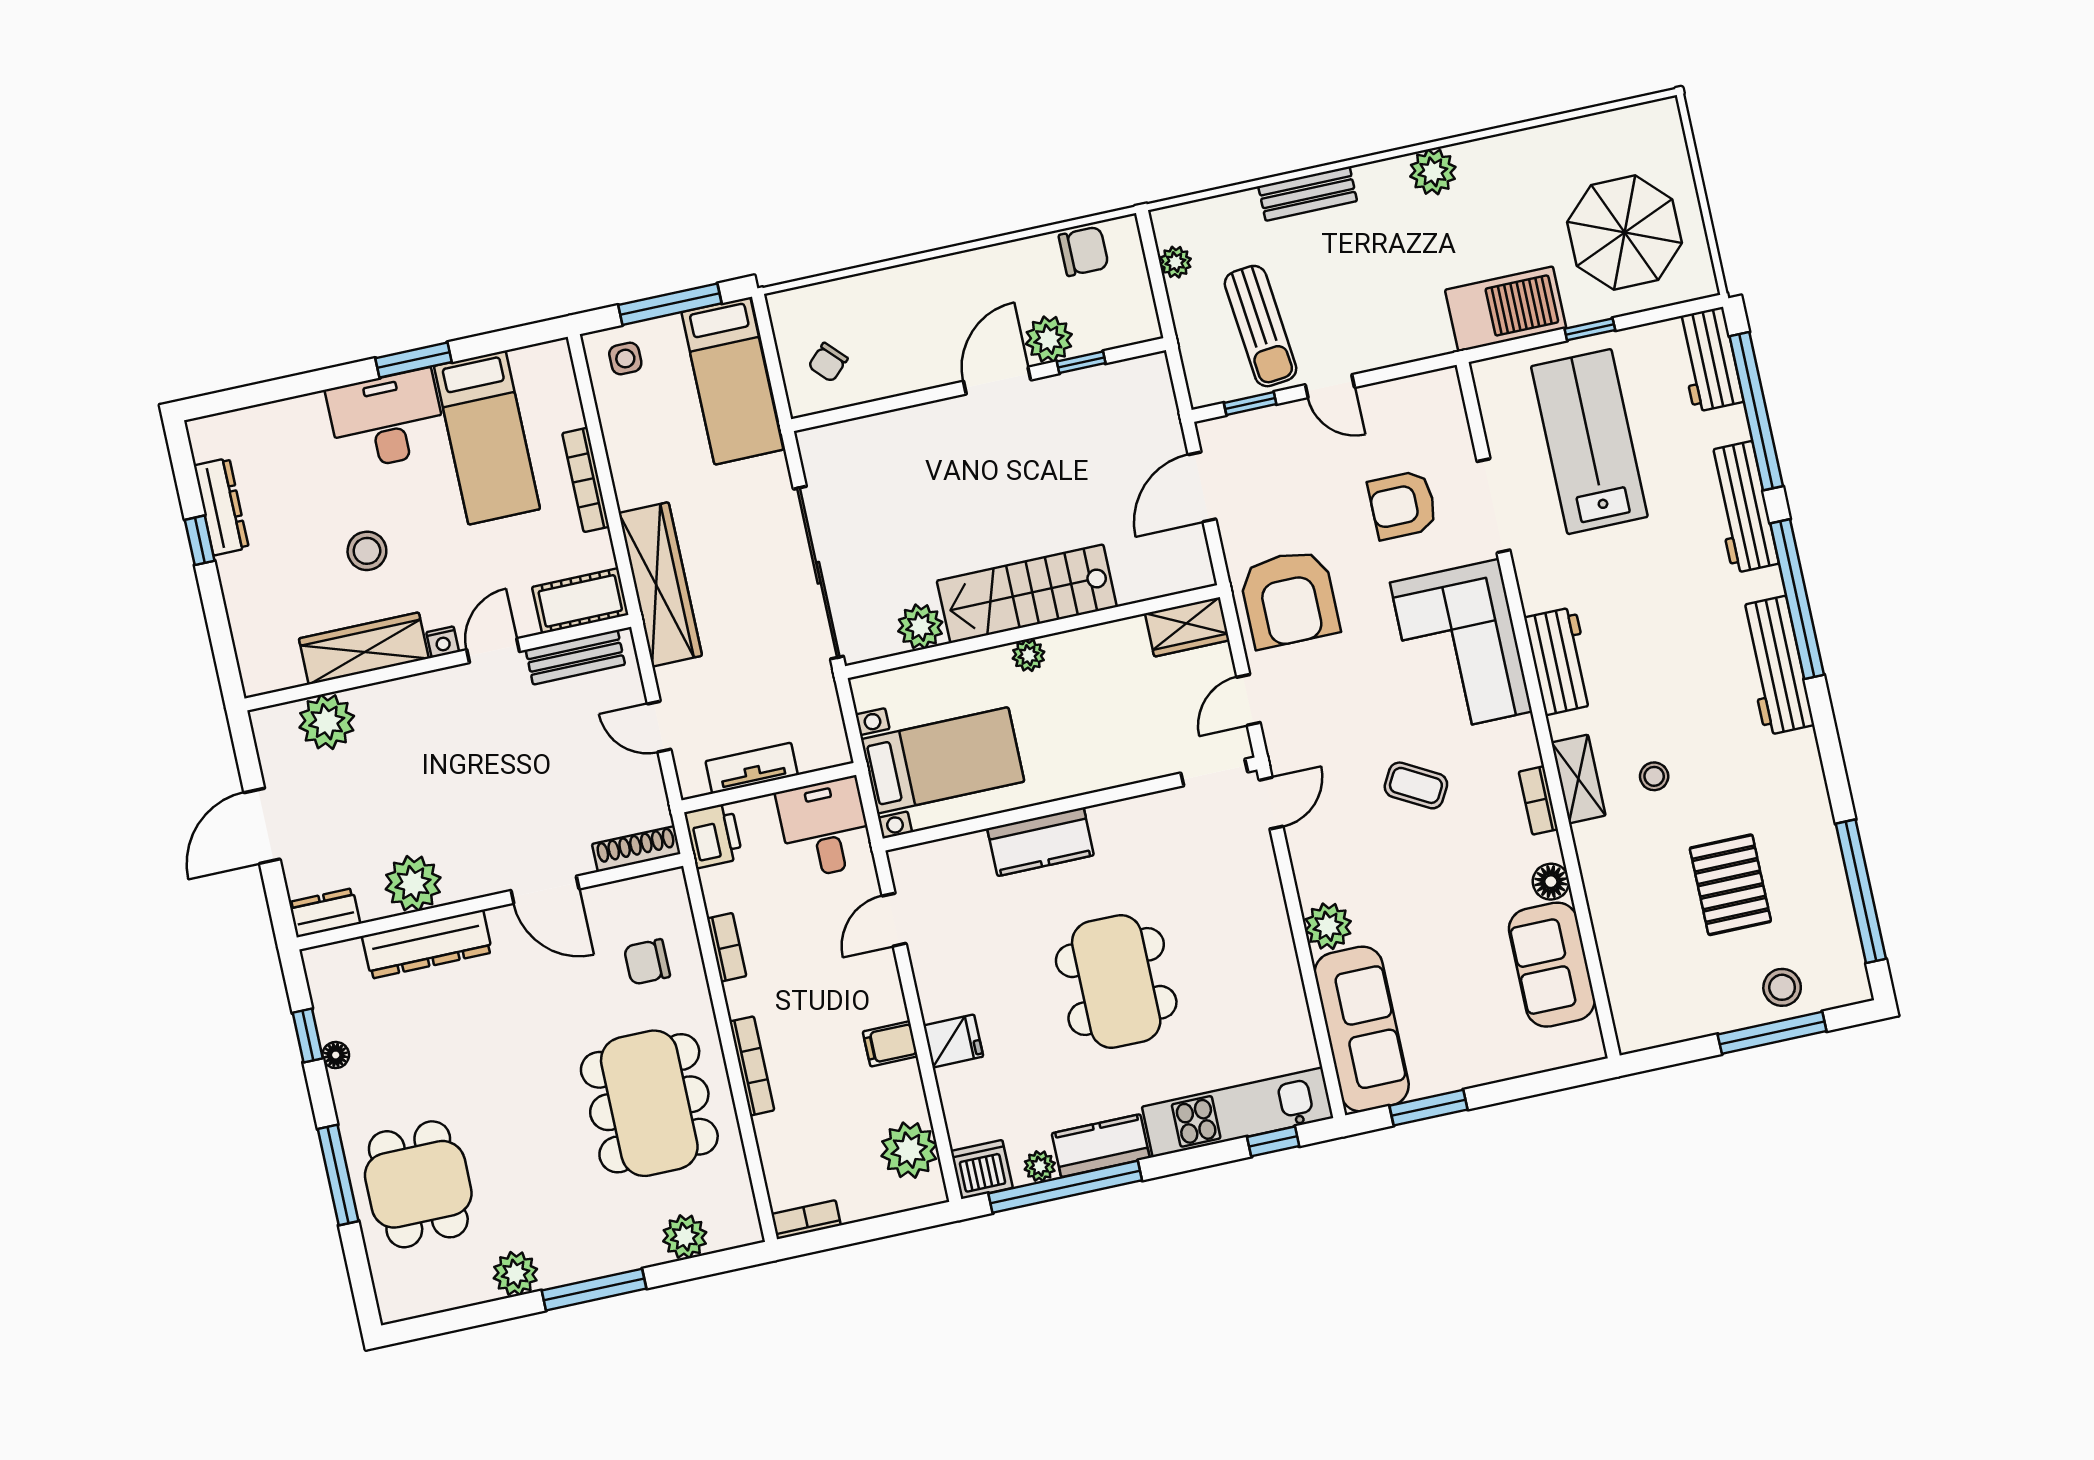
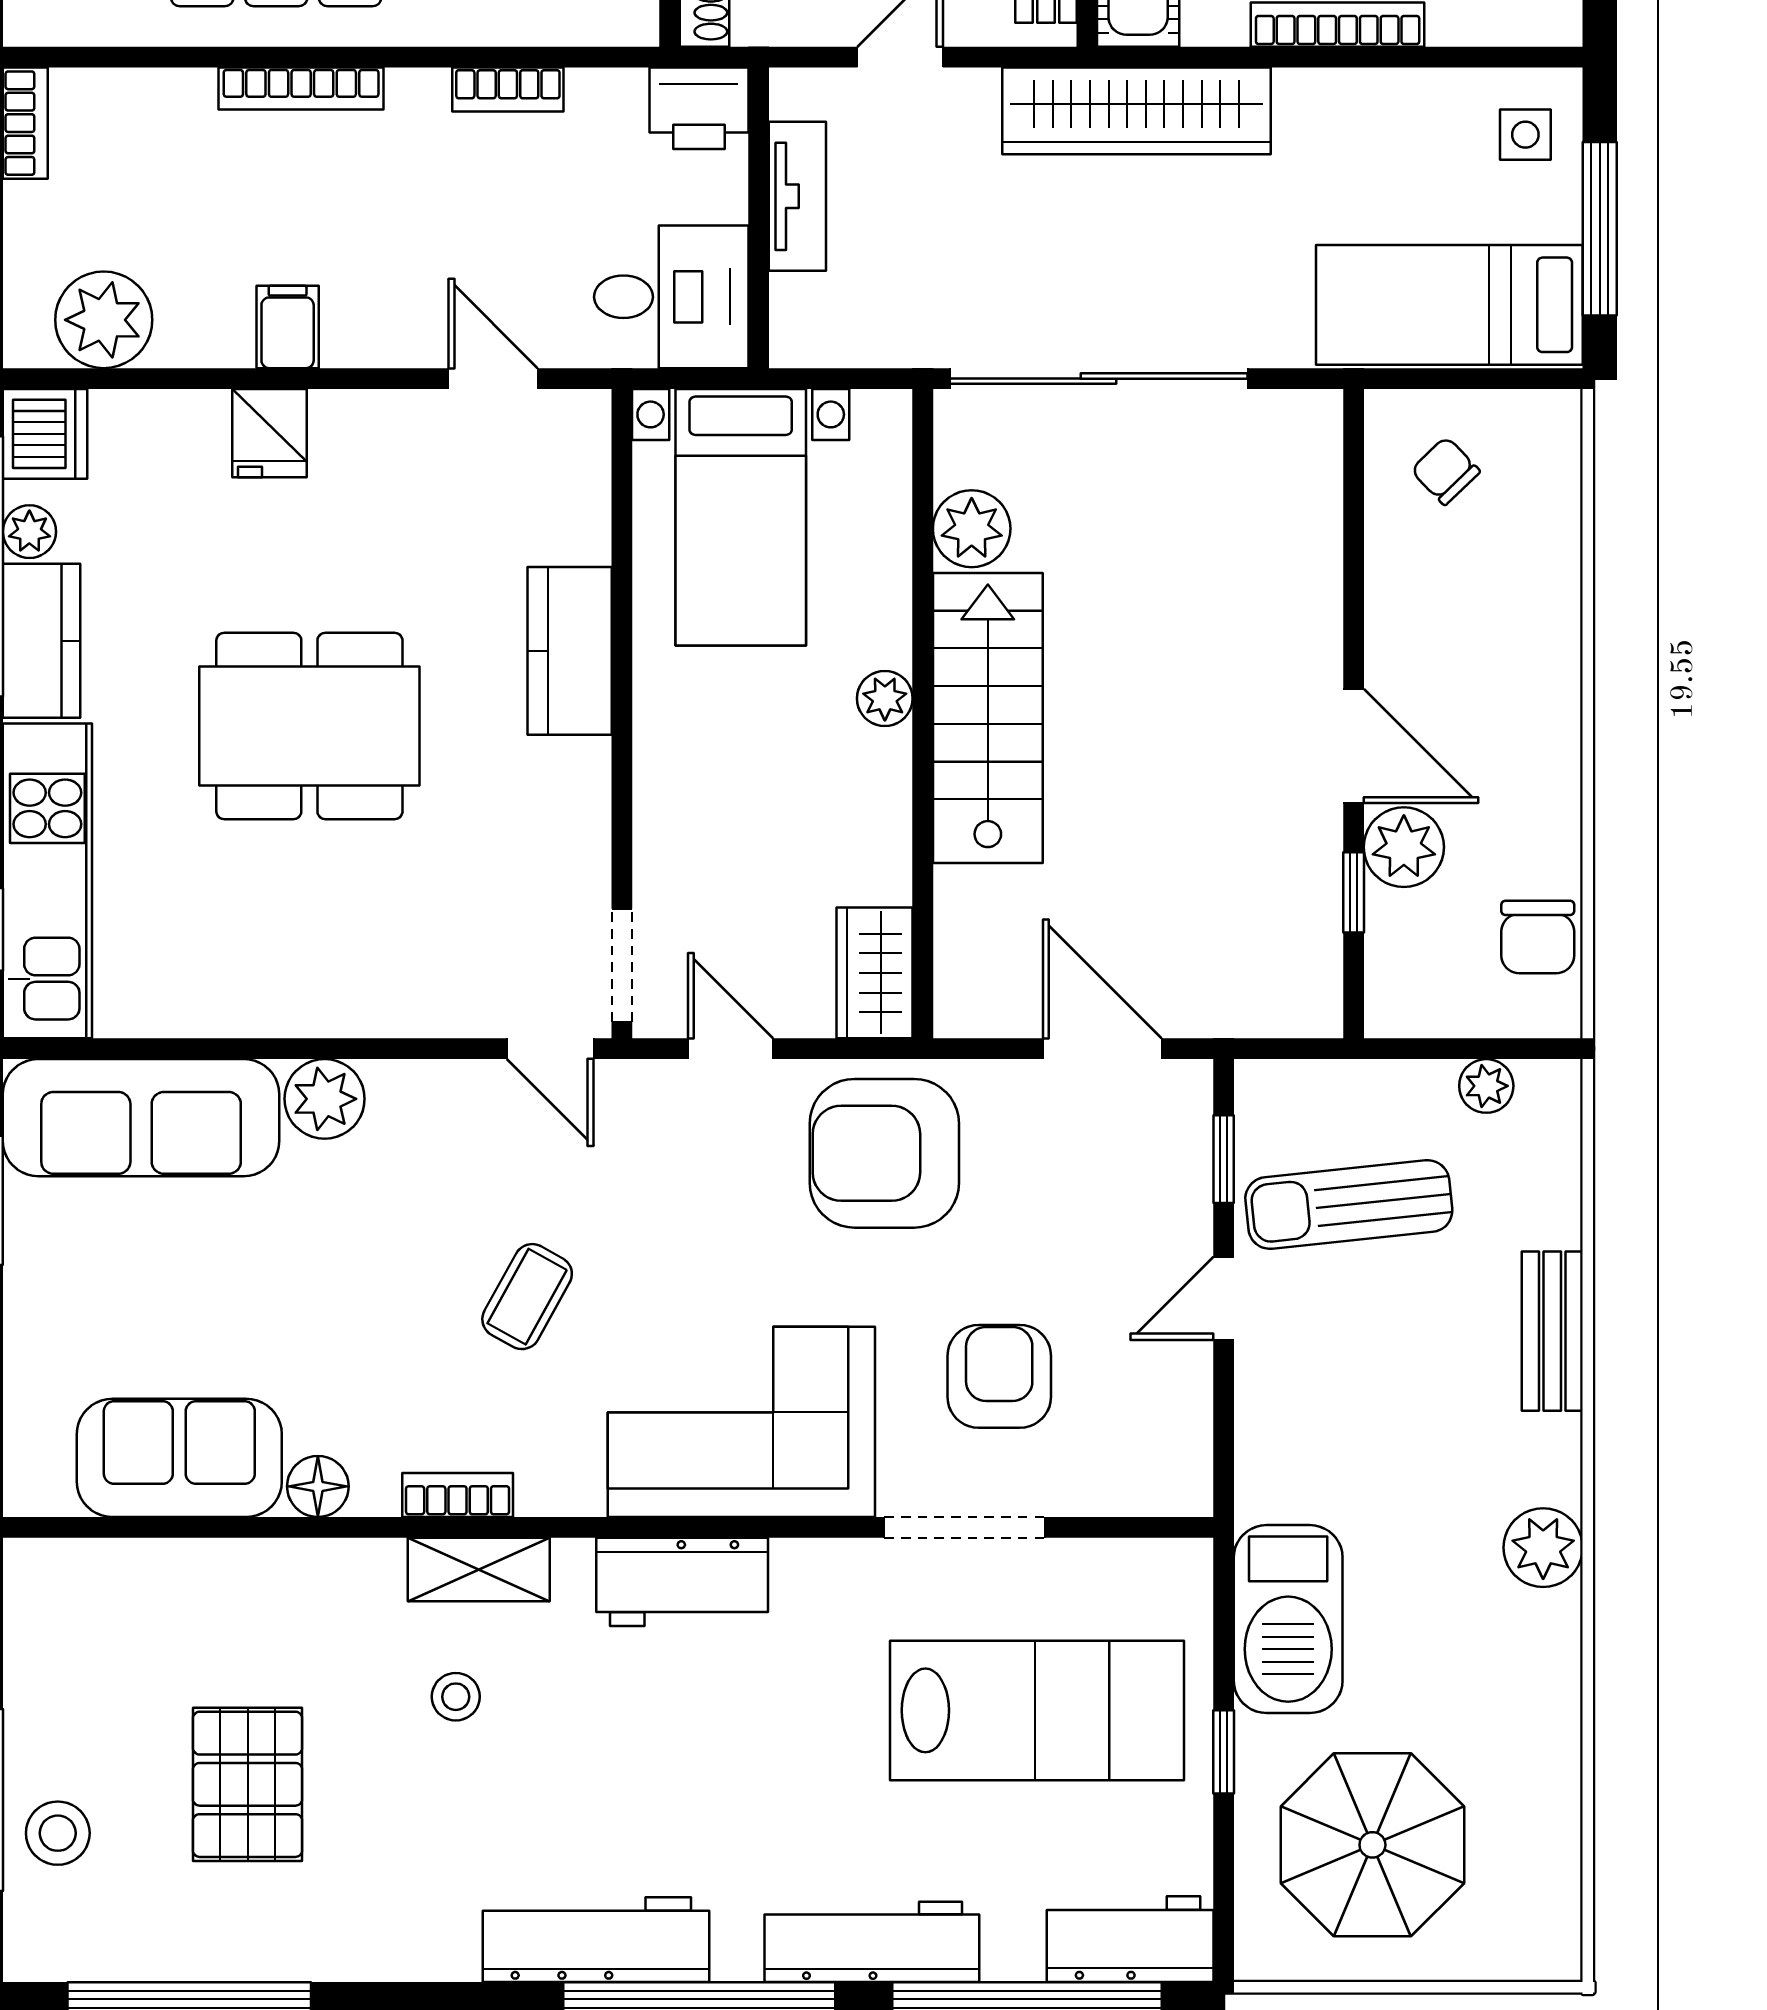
pallet: (1730, 885) -> (248, 1784), turned 90

